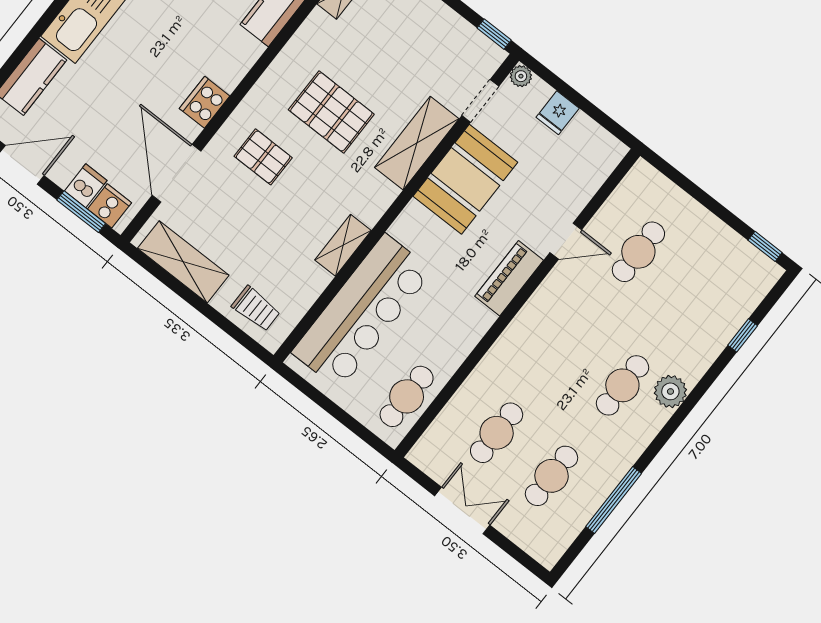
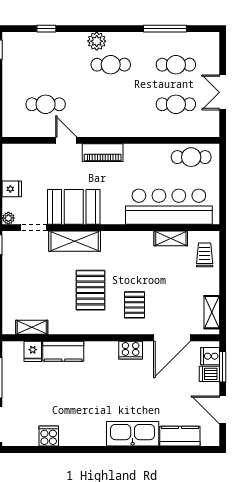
shelving: (343, 245) -> (171, 238), moved
shelving: (183, 262) -> (212, 312), width x0.67, depth x0.75

